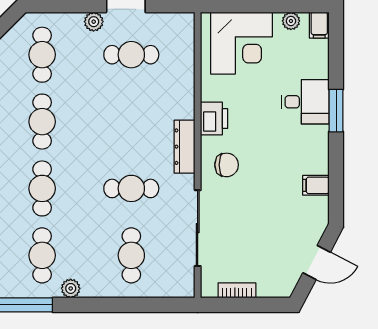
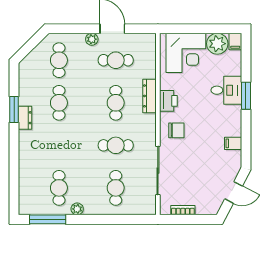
plant: (291, 21) -> (217, 44), width x1.88, depth x1.88
dresser: (185, 147) -> (150, 96), moved
cafe table: (42, 188) -> (116, 103), moved

